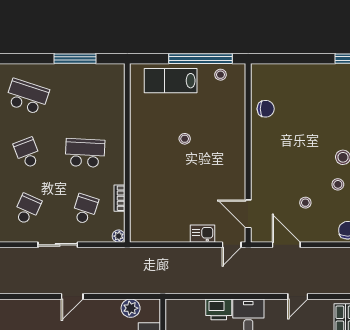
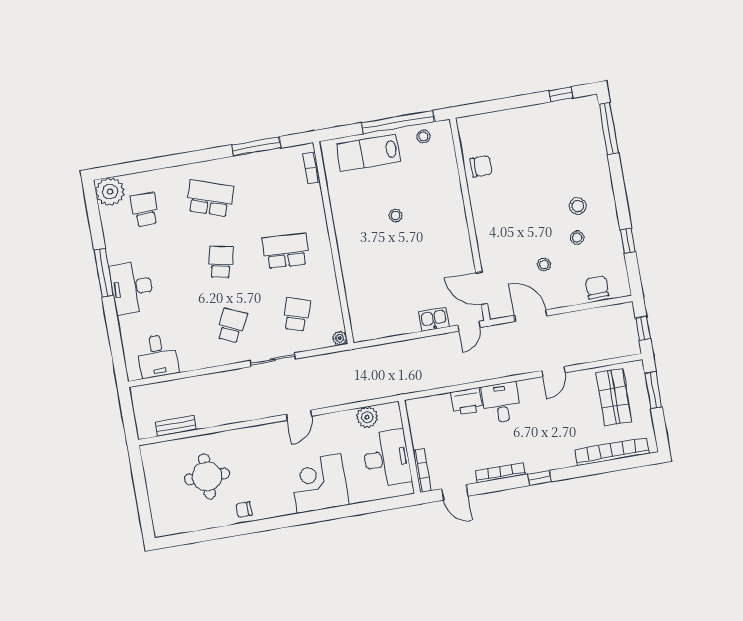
school desk: (27, 153) -> (221, 262), turned 33
bookcase: (119, 198) -> (312, 168), moved

